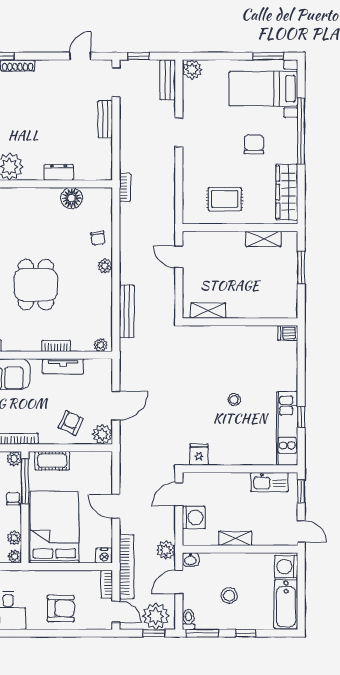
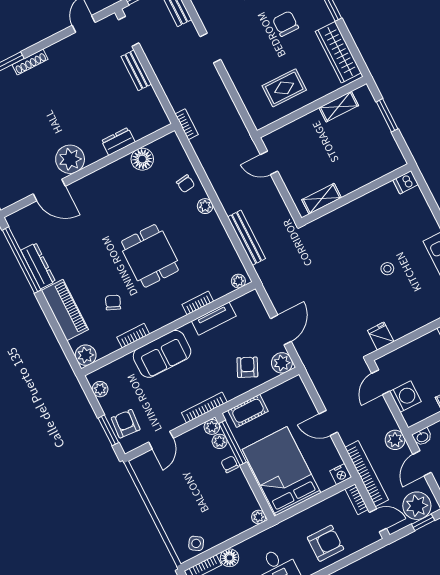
plant: (14, 538) -> (220, 441), moved

